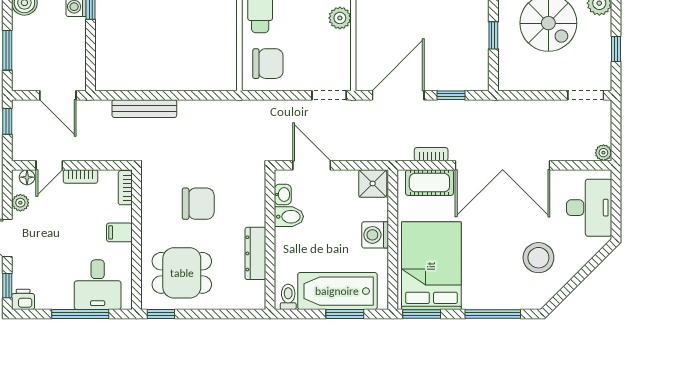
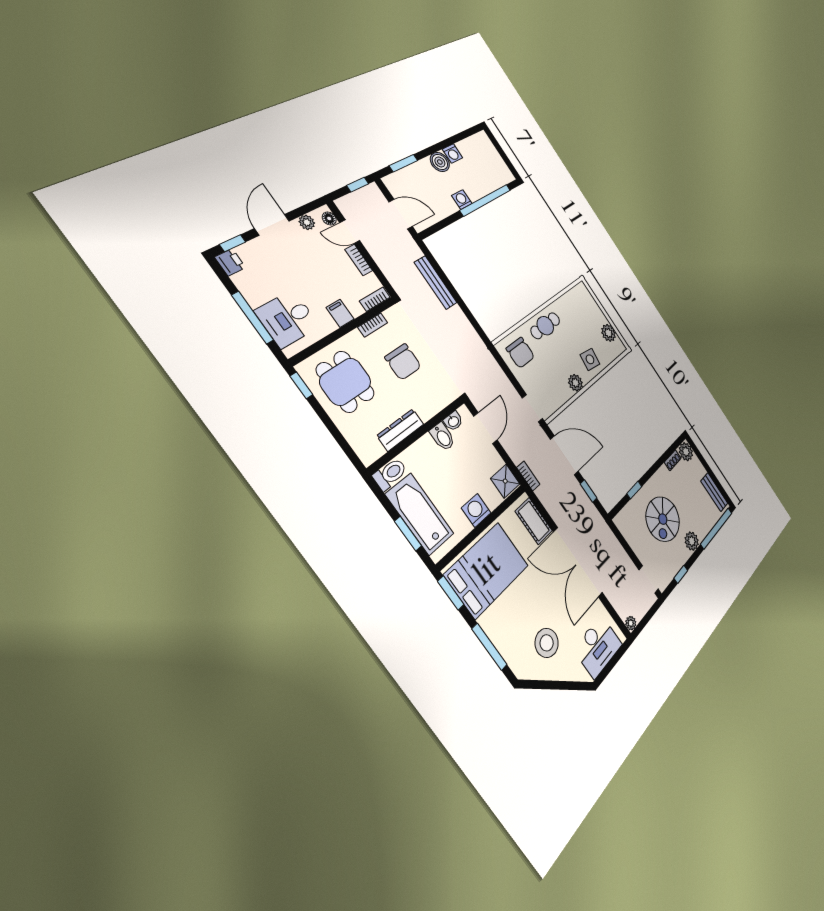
door: (58, 95) -> (401, 214), swing flipped
bookcase: (431, 154) -> (528, 476), moved
bookcase: (148, 208) -> (373, 325), added
toilet: (288, 297) -> (390, 474), width x1.37, depth x1.39

